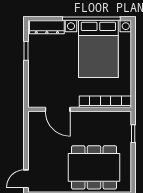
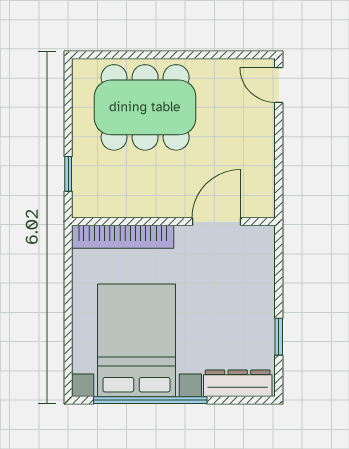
door: (58, 109) -> (216, 222), hinge flipped
door: (26, 179) -> (279, 85), swing flipped

